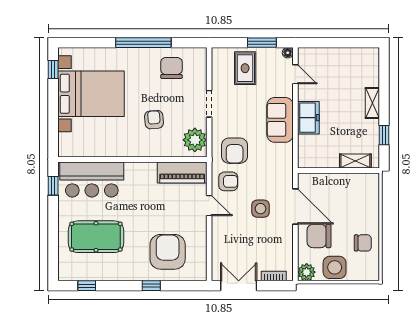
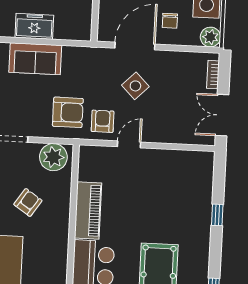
armchair: (154, 120) -> (28, 202), turned 129
piano: (182, 173) -> (88, 211), moved
side table: (261, 209) -> (135, 86), turned 45
chair: (319, 236) -> (170, 21), width x0.54, depth x0.54
armchair: (168, 252) -> (179, 194), removed

